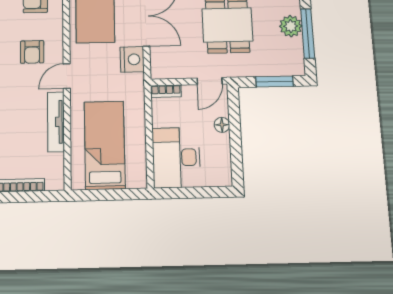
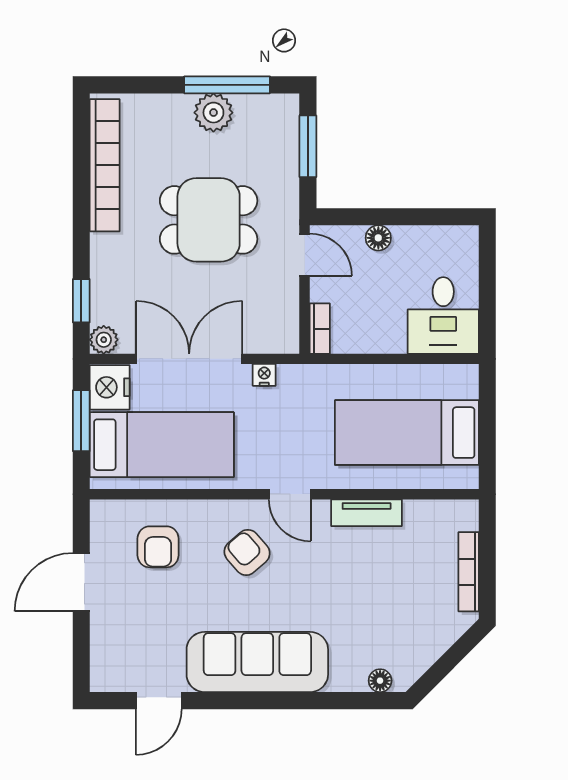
armchair: (32, 52) -> (247, 552), turned -131
nightstand: (132, 59) -> (264, 375), width x0.53, depth x0.56
tv unit: (56, 122) -> (367, 513), width x0.71
desk: (176, 157) -> (443, 315), width x0.73

